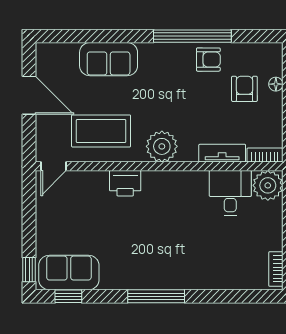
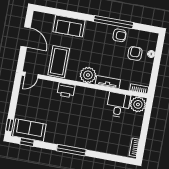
coffee table: (101, 131) -> (59, 62), turned 90
tv unit: (222, 153) -> (108, 82), moved

